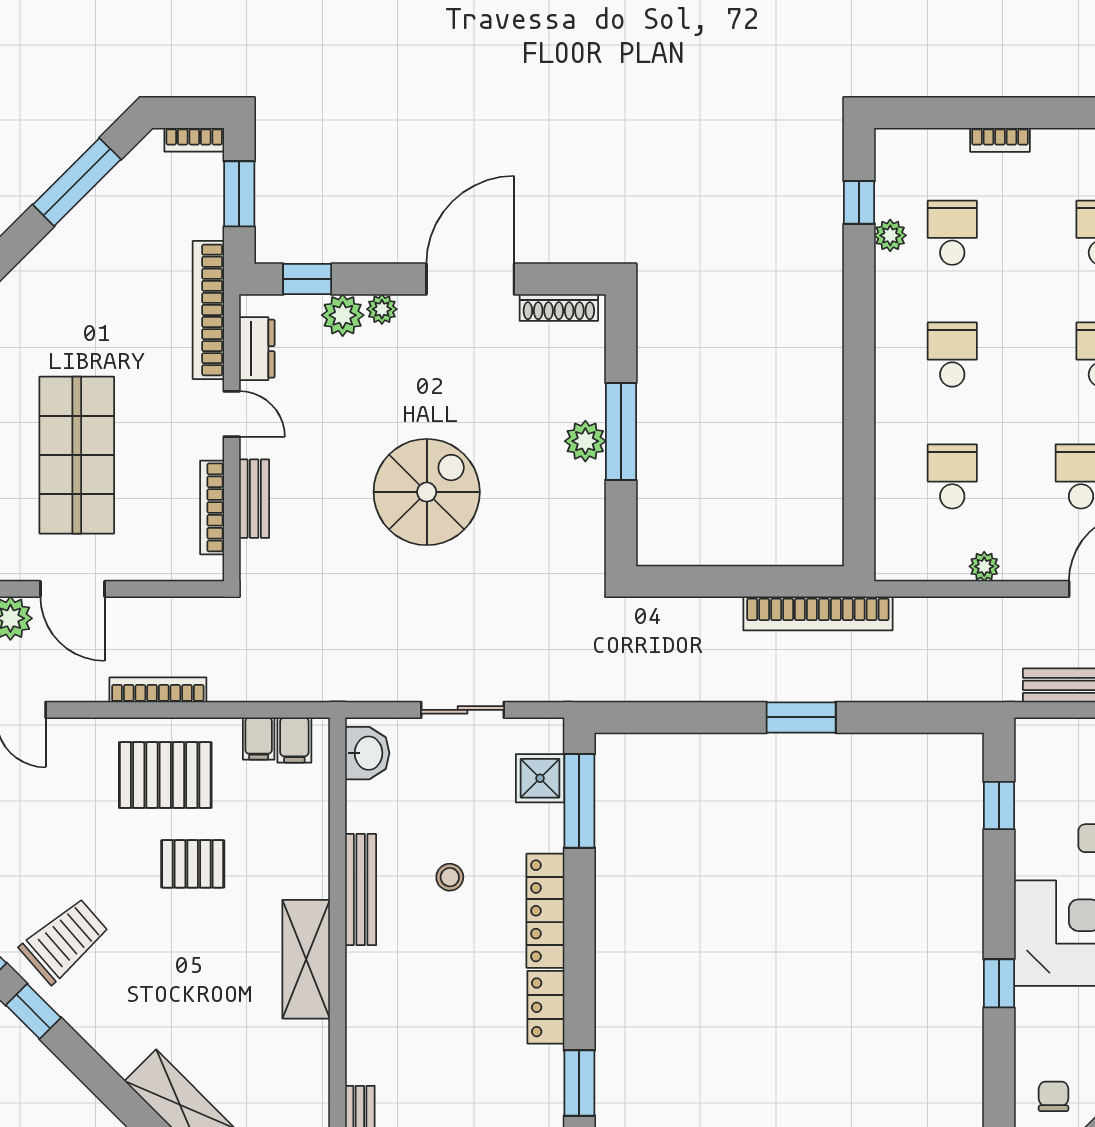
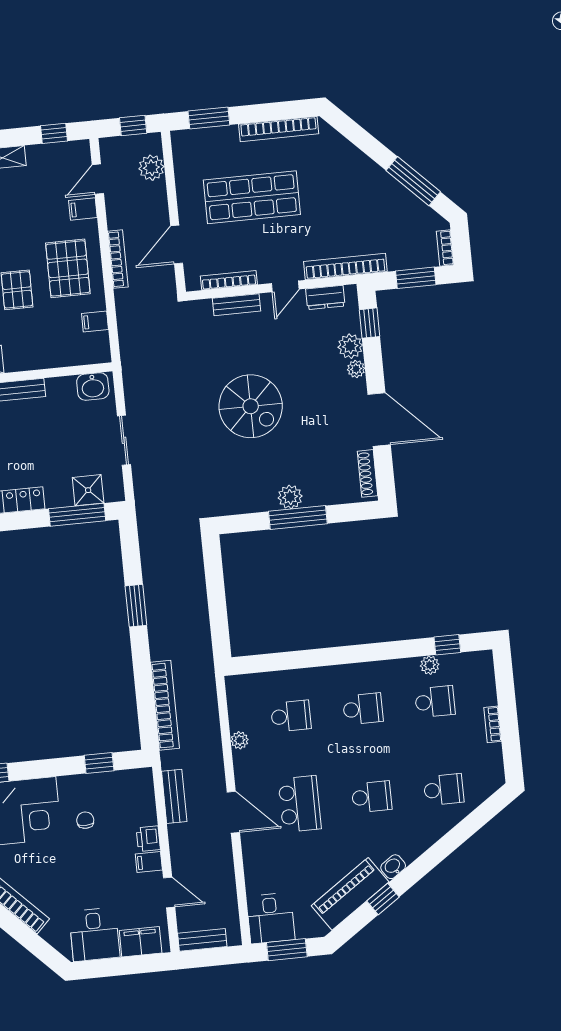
door: (73, 589) -> (177, 244), moved
bookcase: (818, 613) -> (165, 705), moved, turned 180
window: (801, 717) -> (136, 606), moved
filing cabinet: (294, 740) -> (83, 209), moved
stool: (450, 877) -> (24, 443), removed

